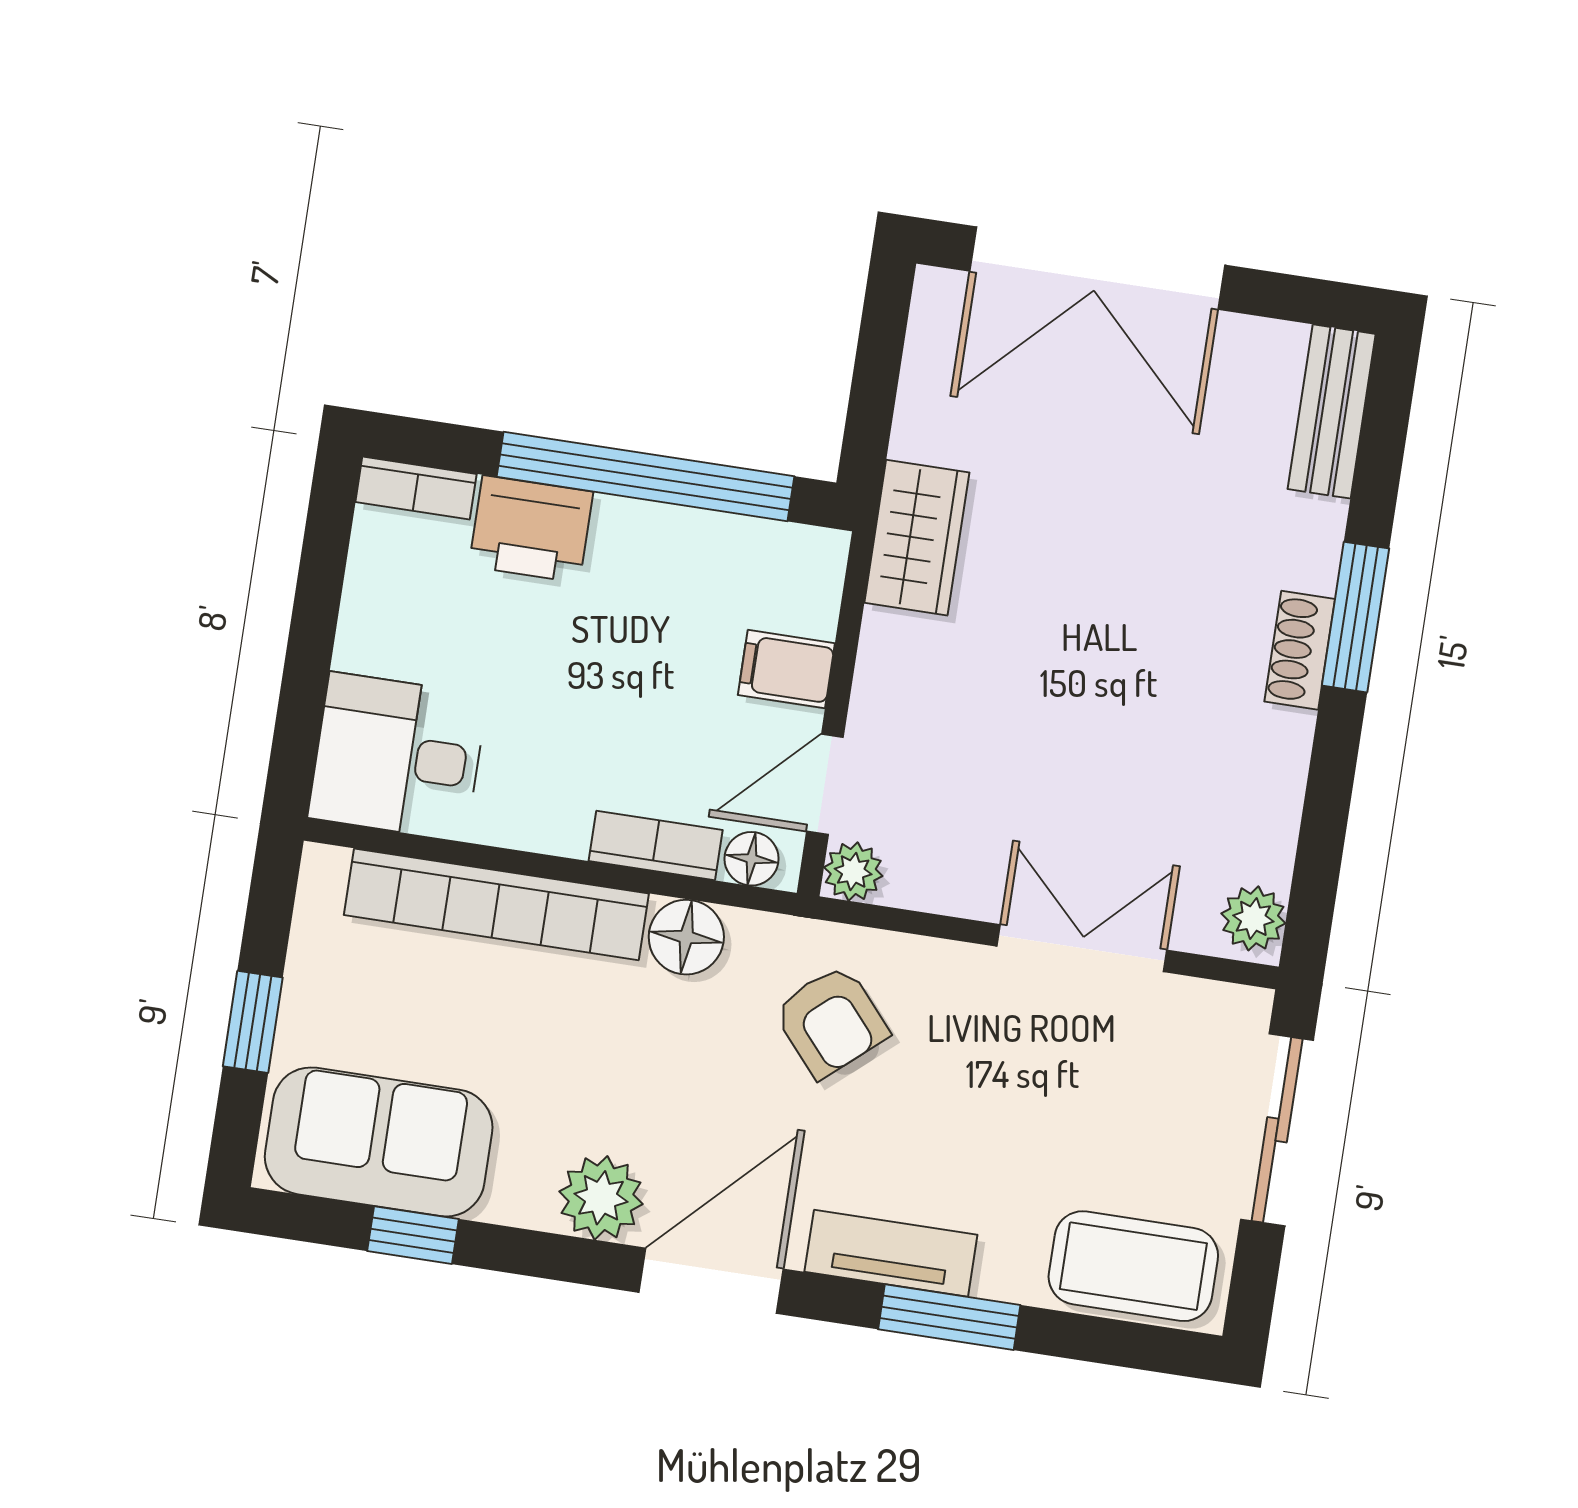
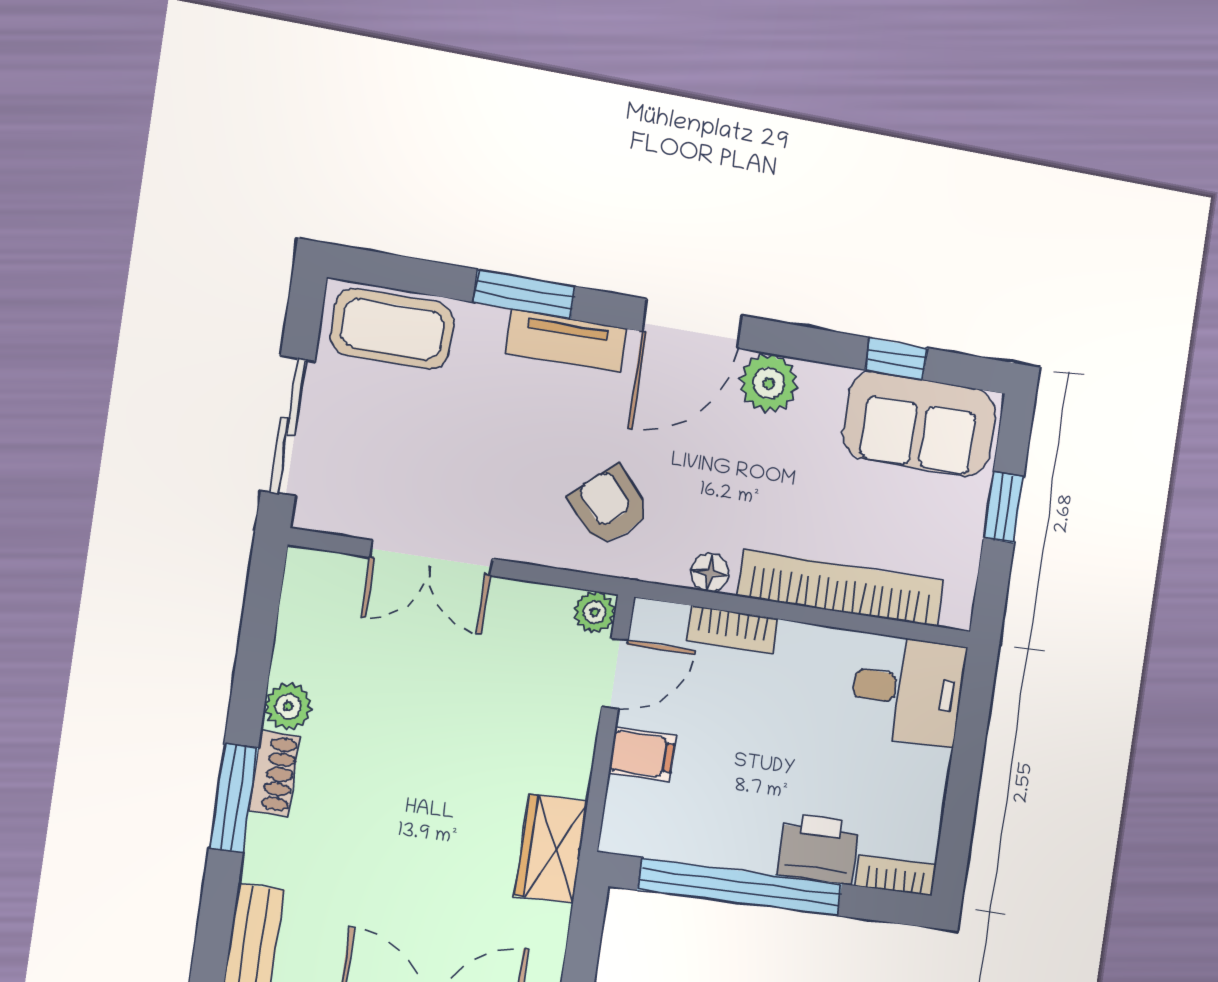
floor lamp: (752, 859) -> (666, 621), removed
plant: (1253, 918) -> (288, 706), moved
floor lamp: (686, 937) -> (710, 573), width x0.73, depth x0.73

